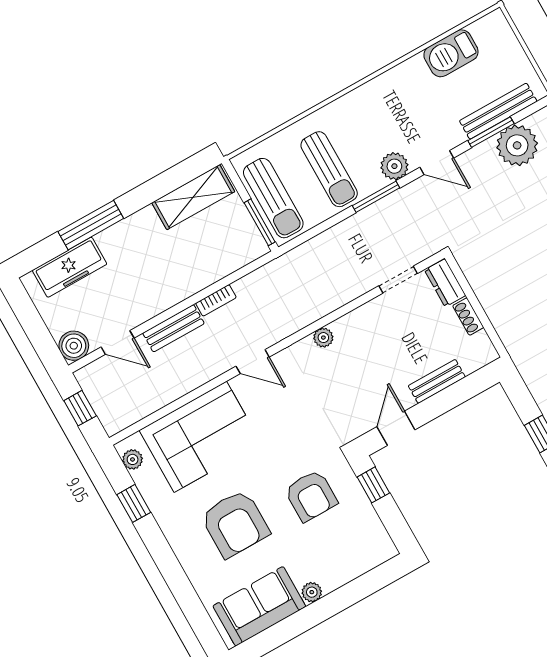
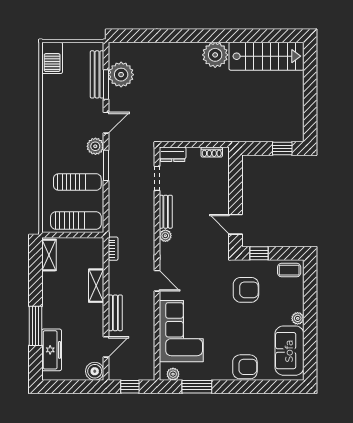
barbecue: (451, 53) -> (52, 58), moved
shelving: (193, 197) -> (49, 255), width x0.67, depth x0.75
window: (260, 222) -> (85, 235), removed
shelving: (197, 279) -> (96, 286), added
bookcase: (216, 300) -> (113, 249), moved
shoe rack: (468, 317) -> (212, 152), moved
door: (253, 362) -> (157, 281), hinge flipped
bench: (437, 381) -> (166, 212), moved
window: (134, 503) -> (197, 387), width x1.50
armchair: (235, 524) -> (245, 367), moved, width x0.73, depth x0.73
coffee table: (374, 541) -> (289, 270), added

